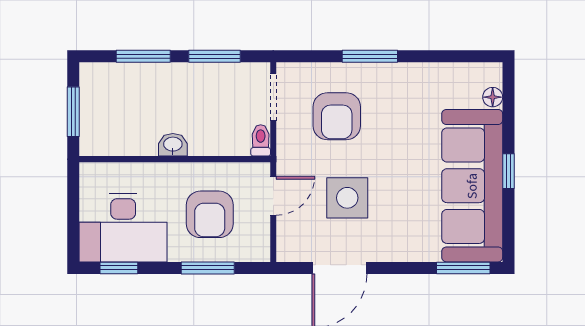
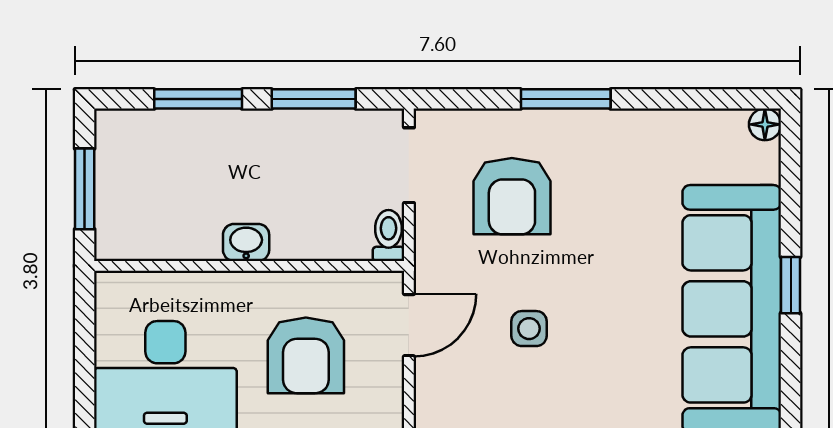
floor lamp: (493, 97) -> (765, 124), moved
side table: (347, 198) -> (529, 329), width x0.54, depth x0.54

